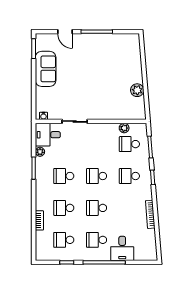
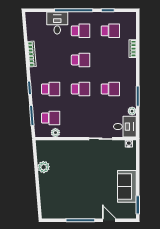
school desk: (64, 208) -> (110, 60), removed

